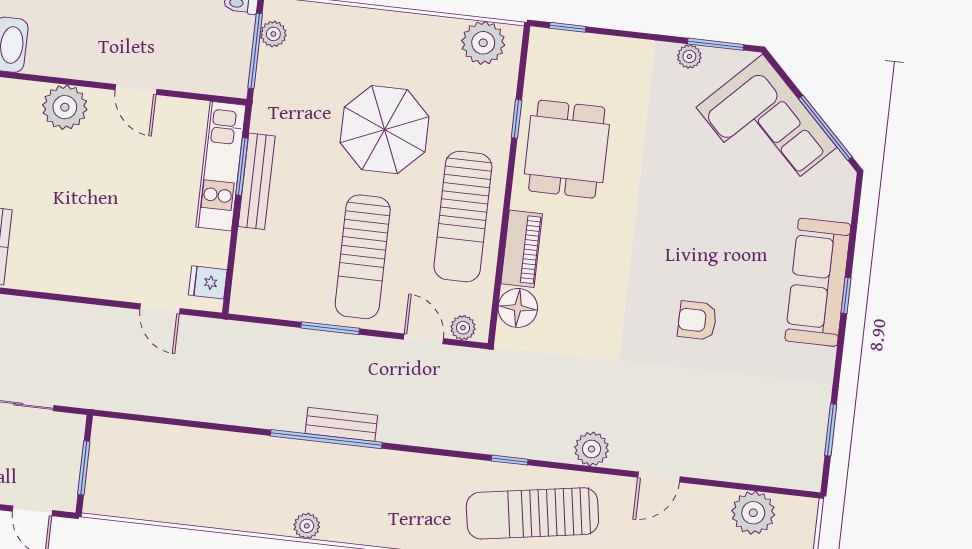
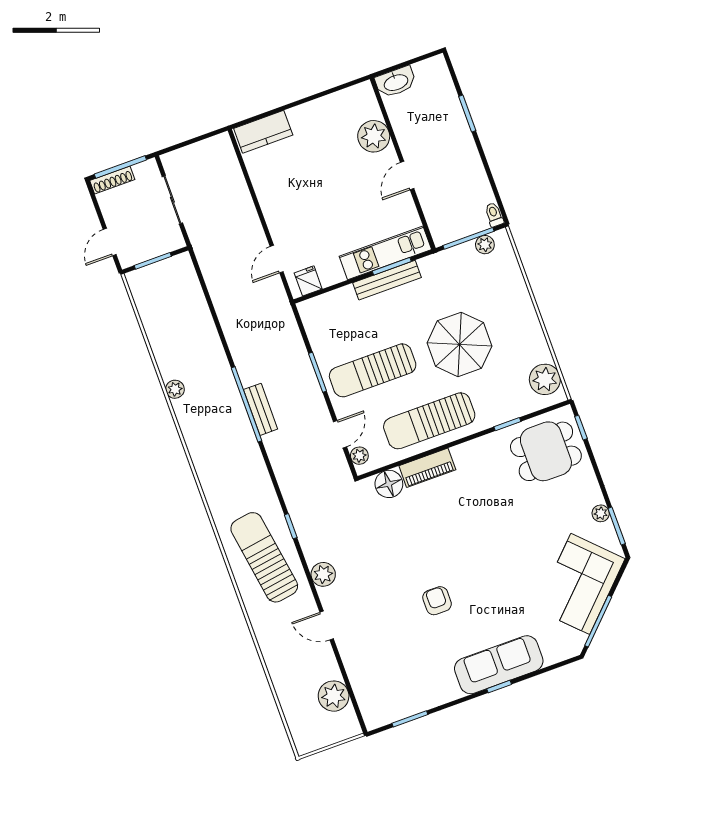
dining table: (567, 149) -> (546, 451), moved
plant: (307, 526) -> (175, 389), moved

